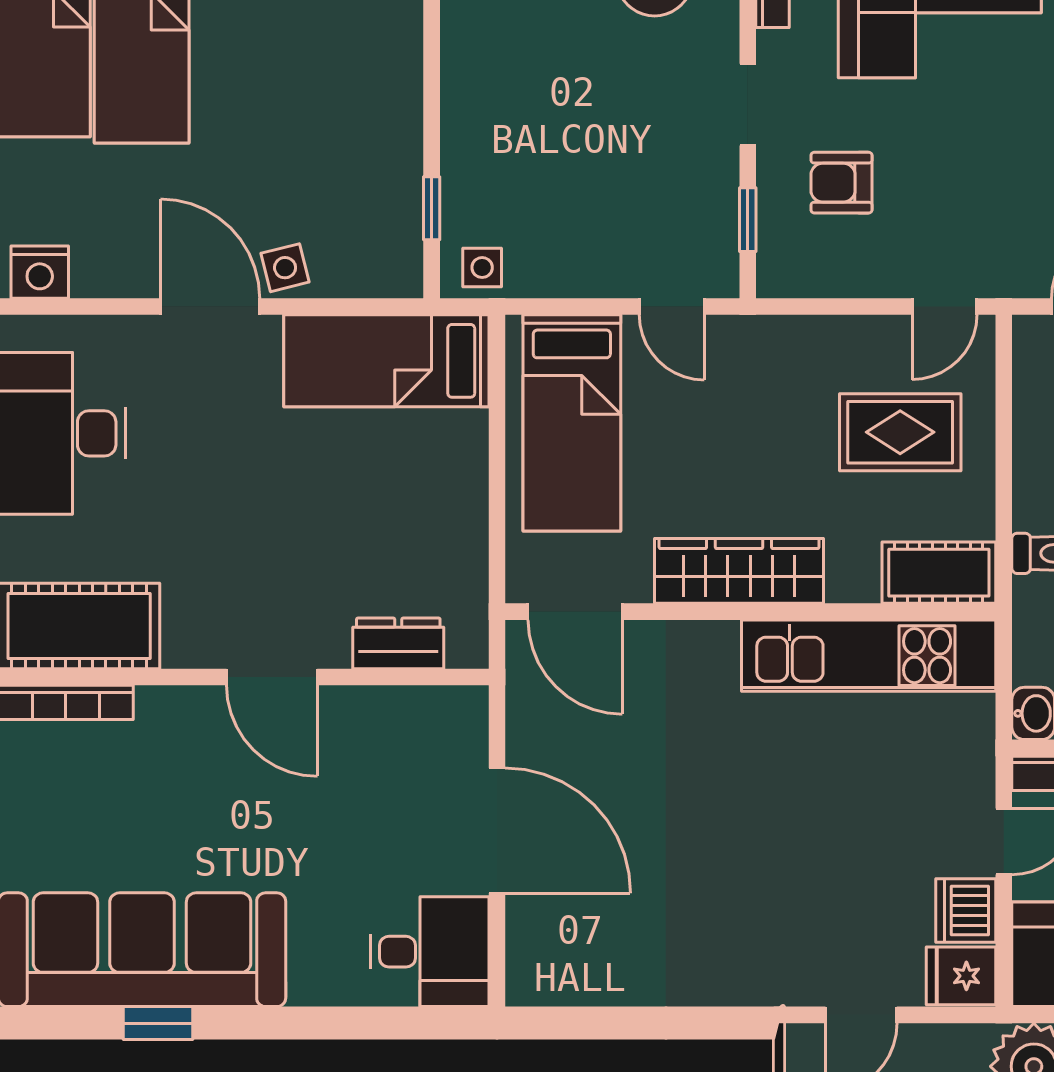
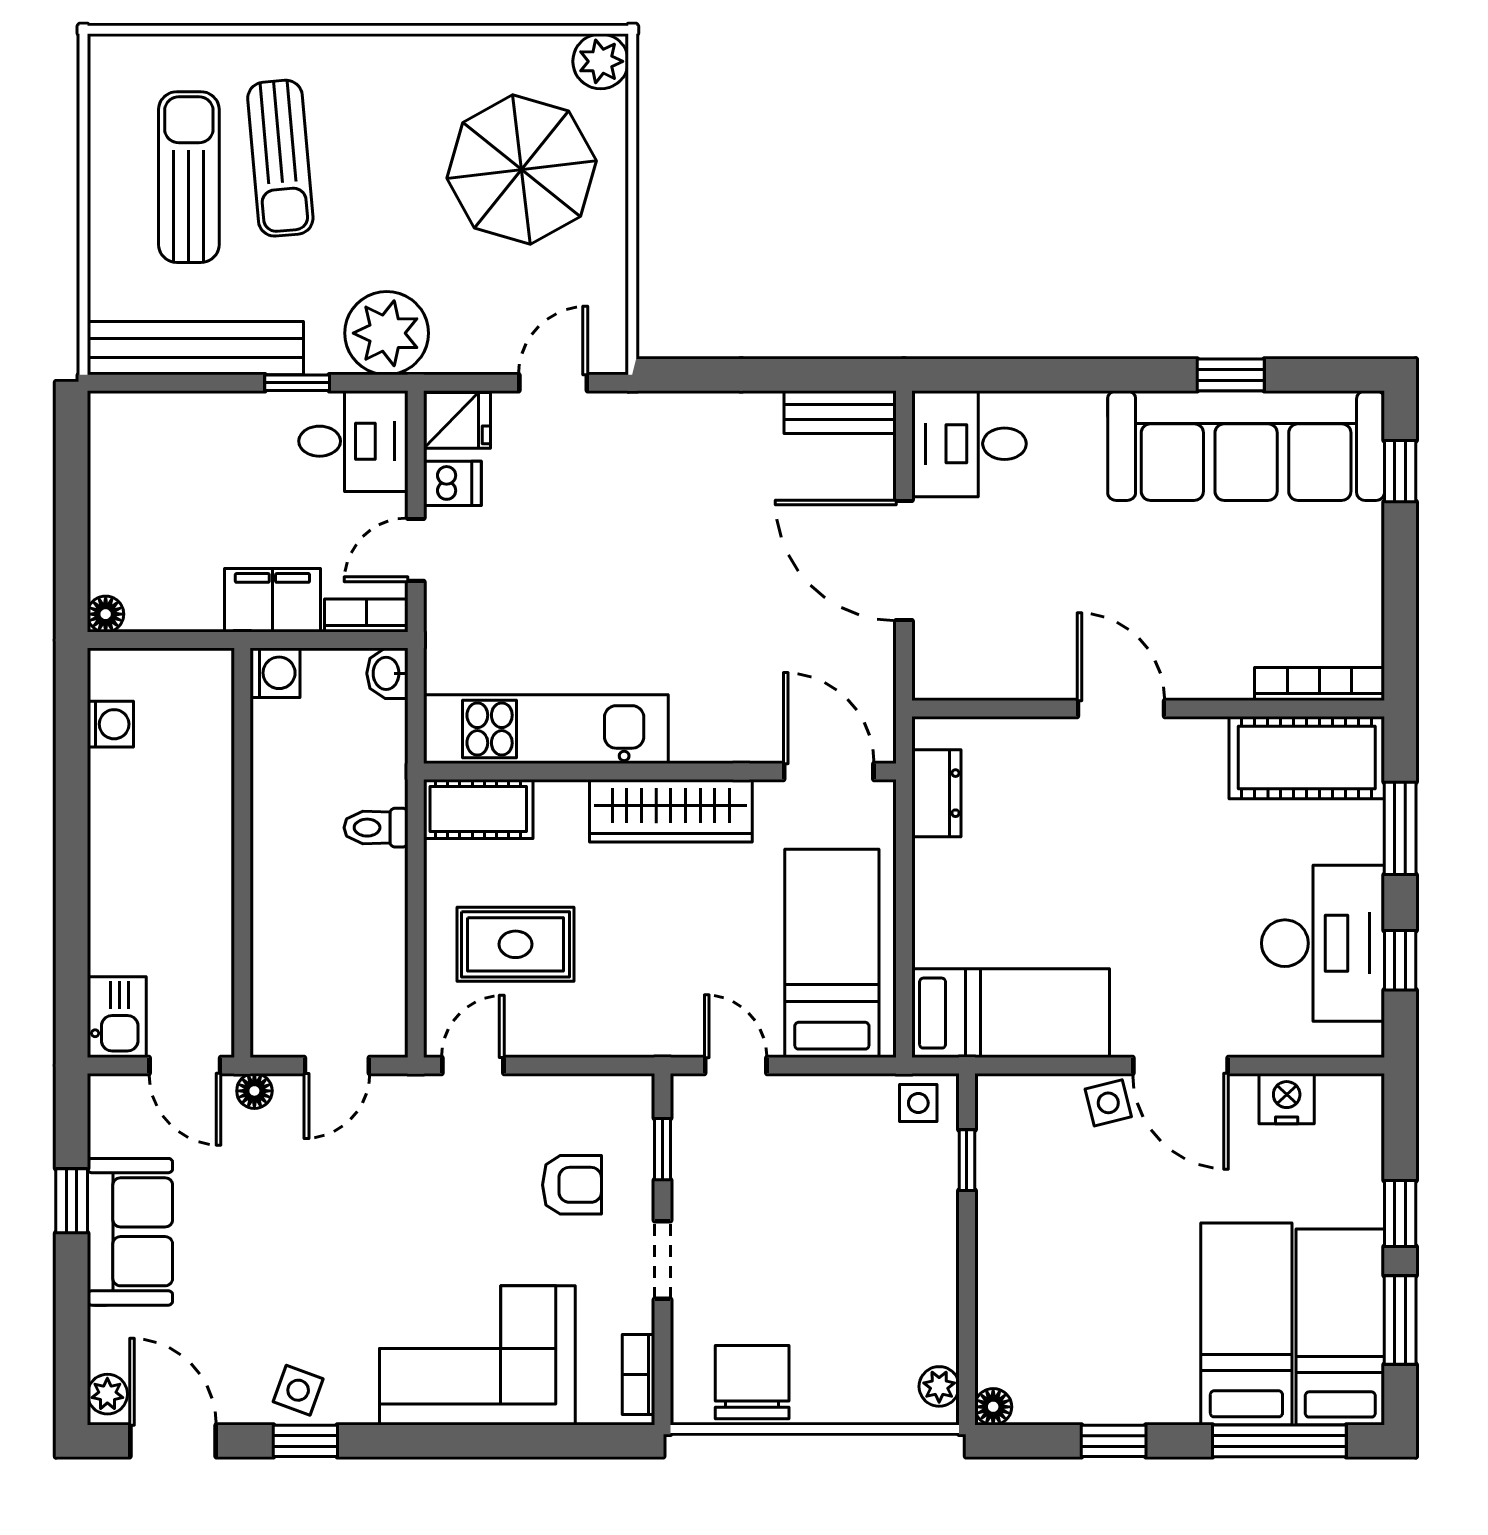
nightstand: (40, 272) -> (1287, 1099), moved
dresser: (398, 643) -> (936, 793), moved, turned -90
dishwasher: (966, 911) -> (452, 483), width x0.73
bench: (563, 984) -> (840, 412), added

